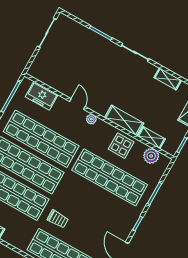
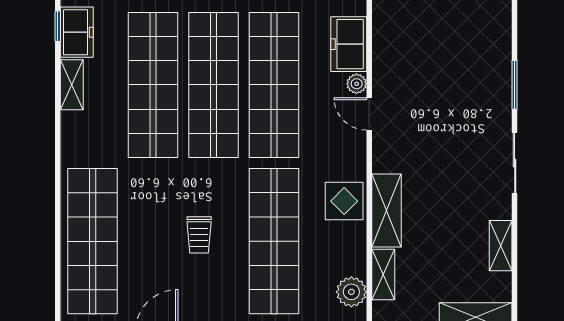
door: (77, 104) -> (369, 114), swing flipped
plant: (91, 119) -> (357, 84), moved
display table: (121, 146) -> (344, 201), moved
trolley: (58, 219) -> (199, 235), moved

